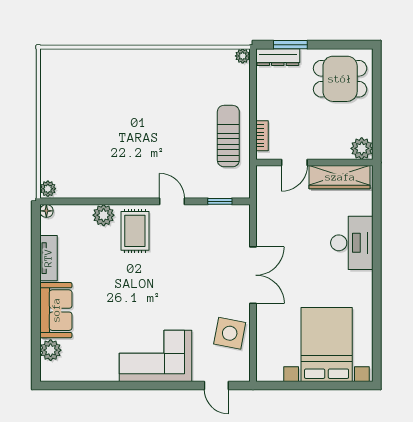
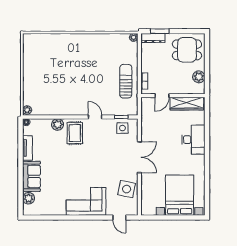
plant: (362, 148) -> (199, 77), moved
side table: (222, 222) -> (122, 128), added

